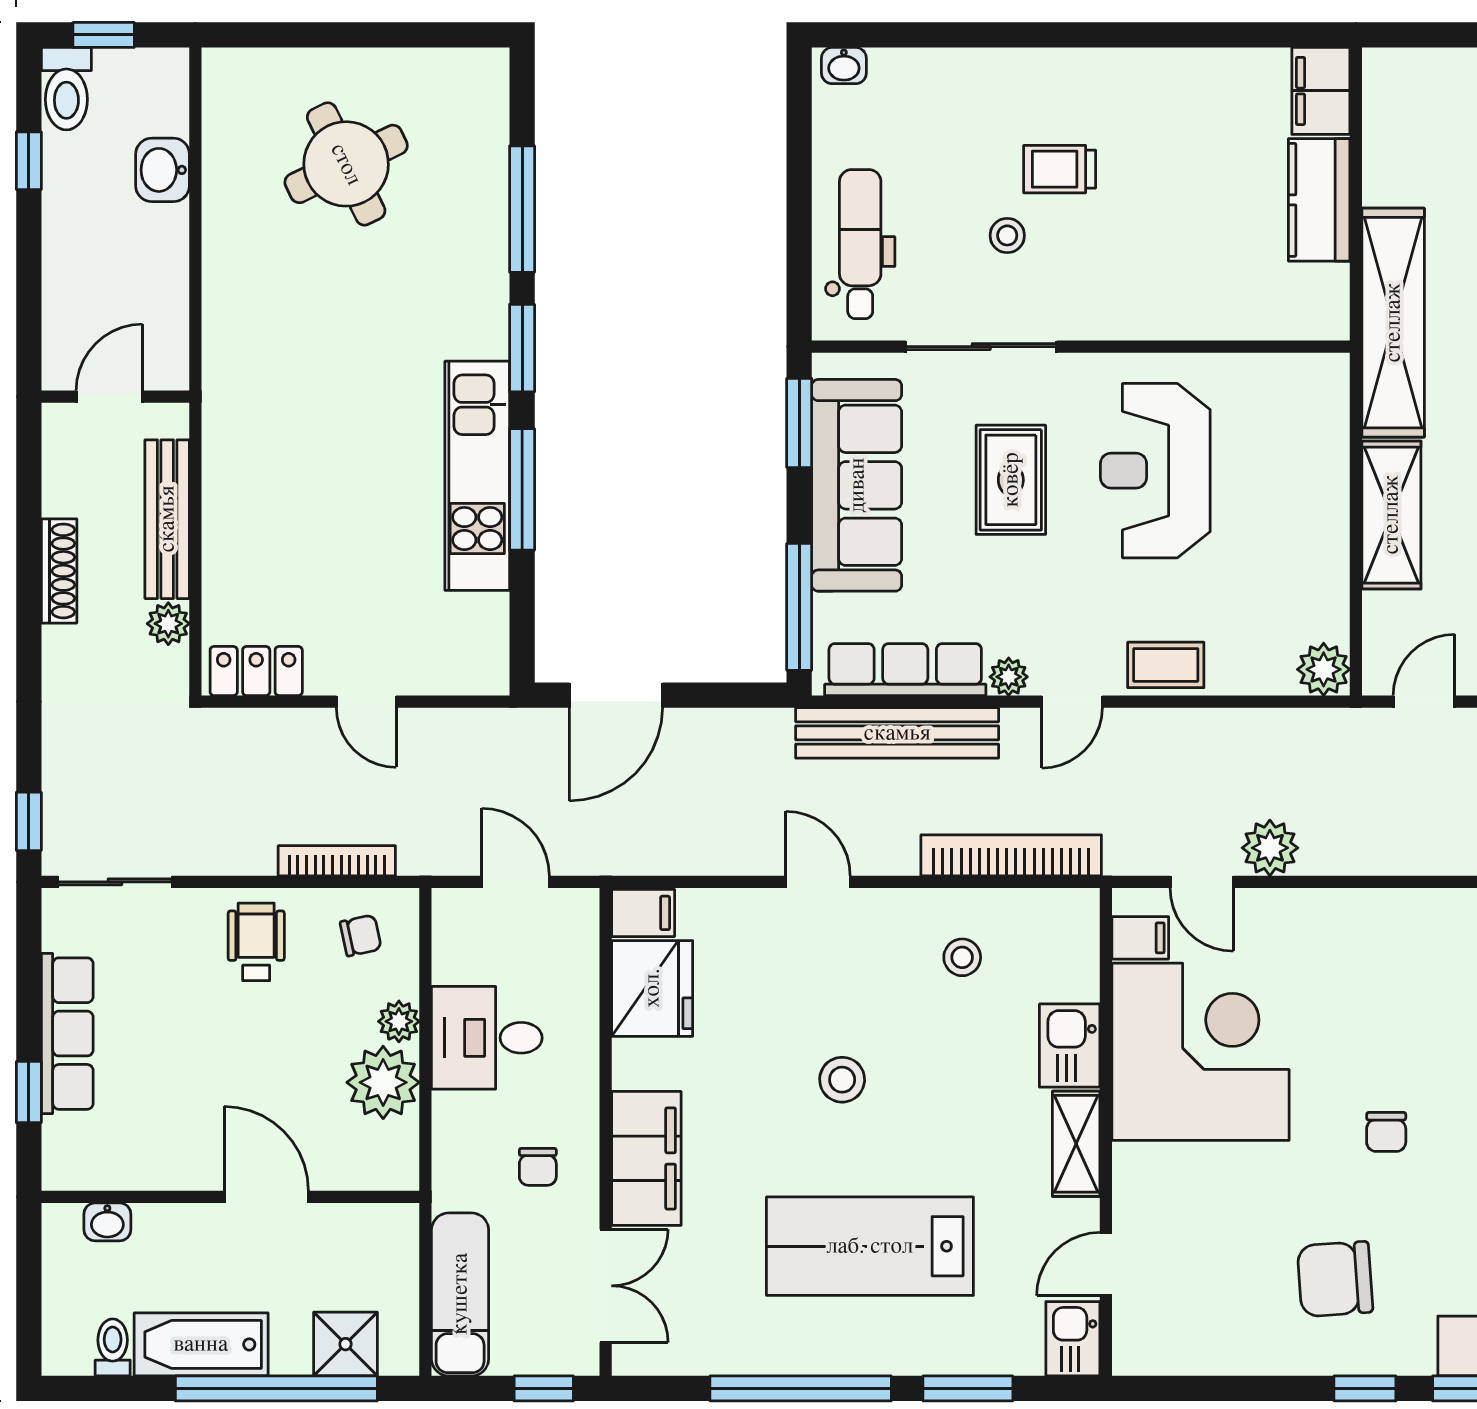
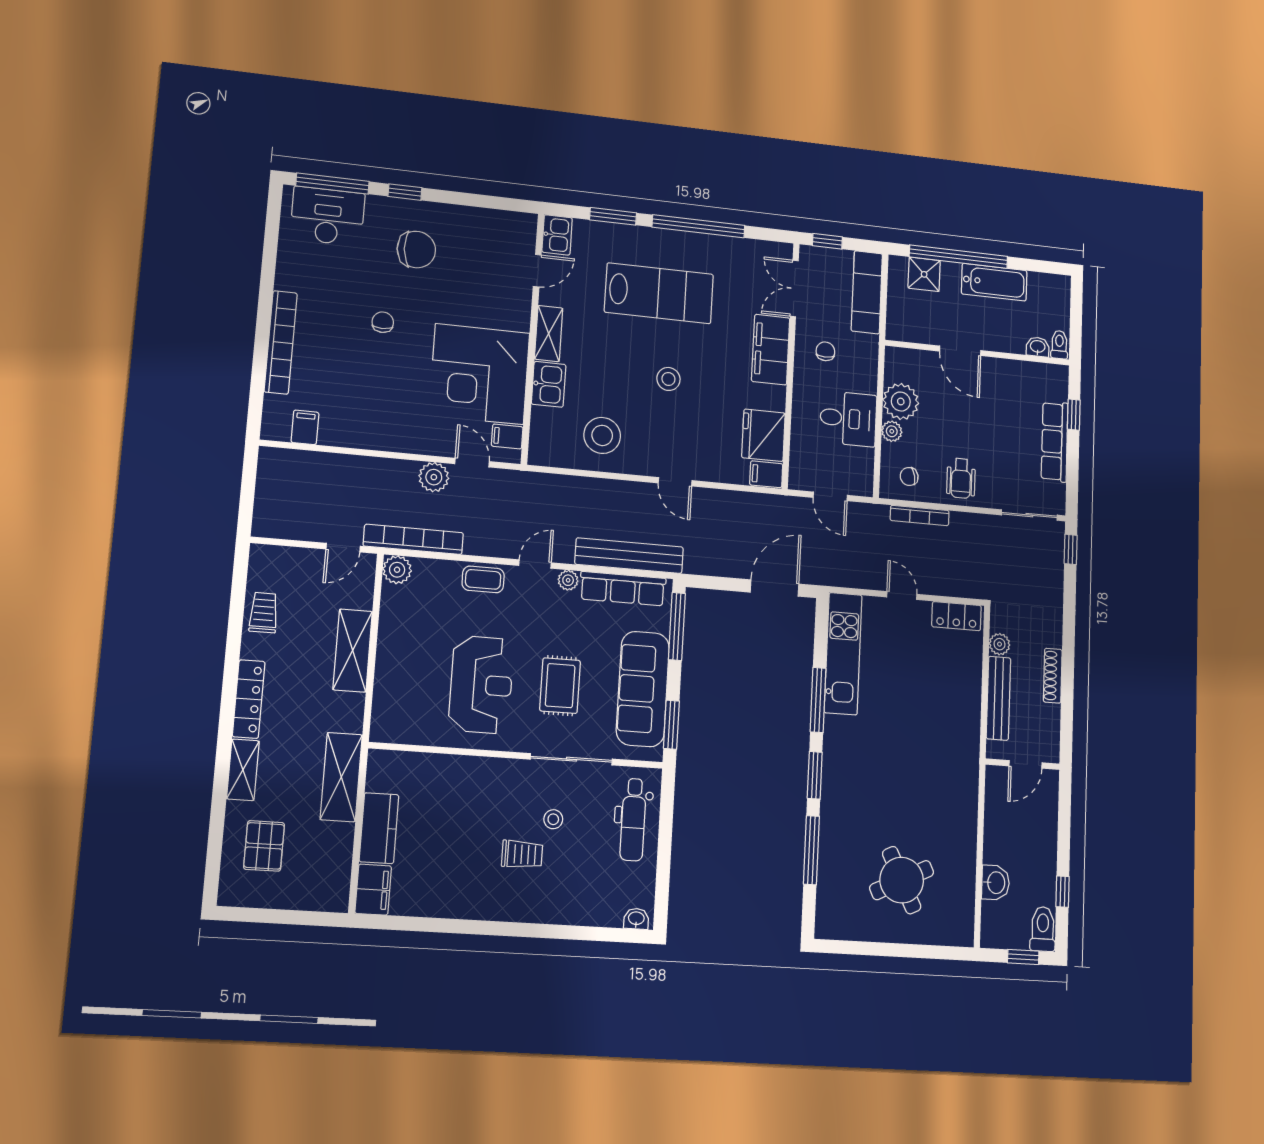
shelving: (1393, 323) -> (341, 777), width x0.68
kitchen unit: (477, 476) -> (843, 654), moved
bookcase: (1011, 855) -> (413, 539), moved, turned 180
stool: (962, 957) -> (602, 435), width x1.89, depth x1.89
toilet: (113, 1347) -> (1059, 345), moved, turned 180

